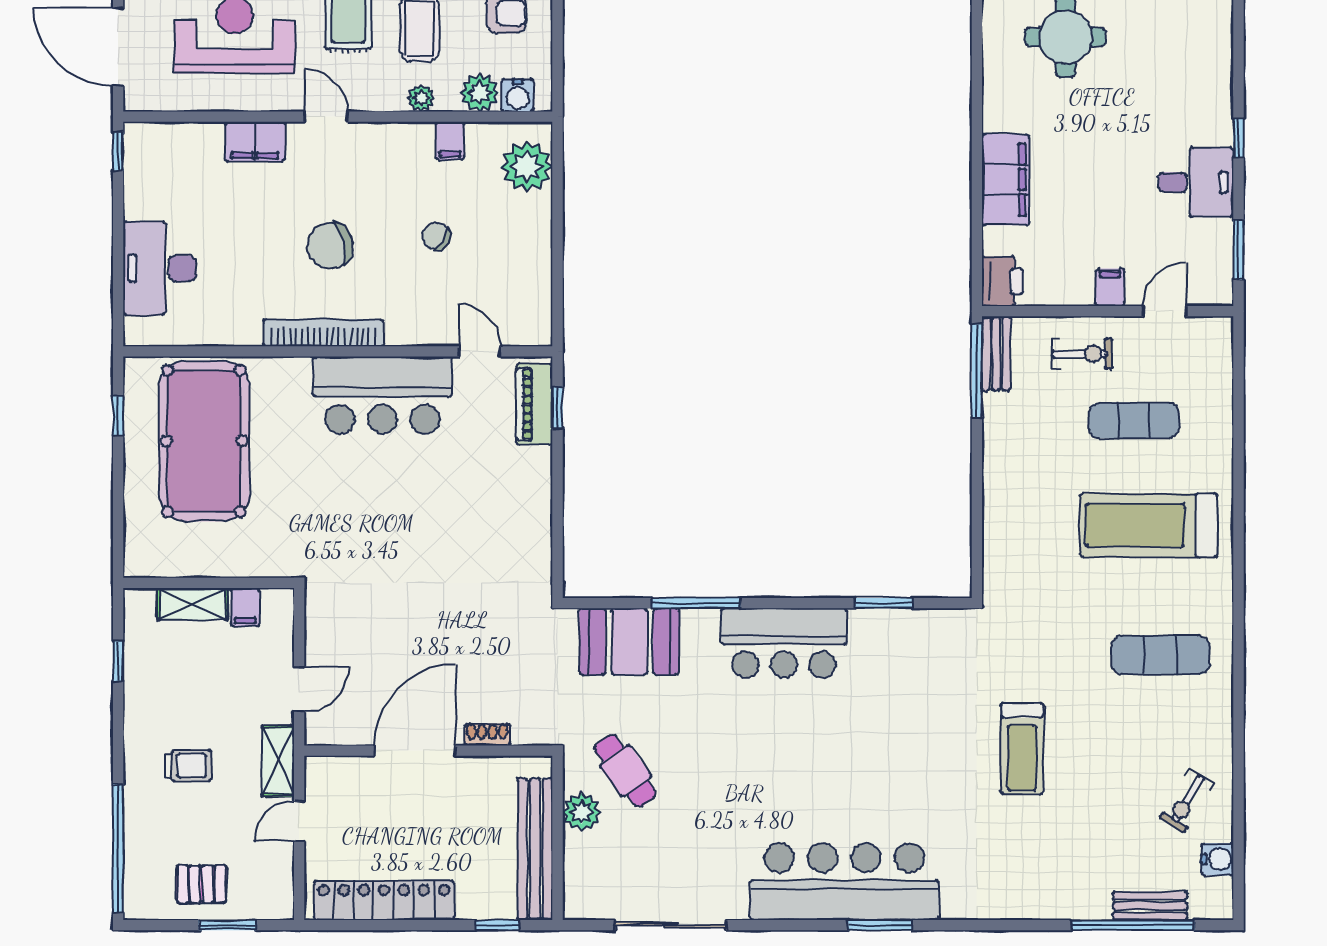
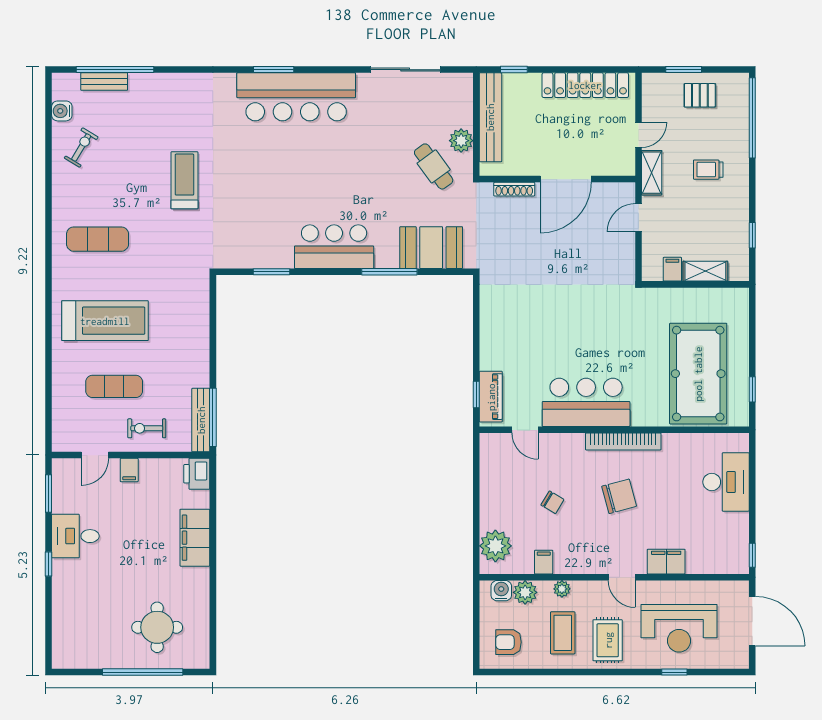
bench: (996, 353) -> (201, 420), width x1.36
shoe rack: (487, 735) -> (514, 189), width x1.43

